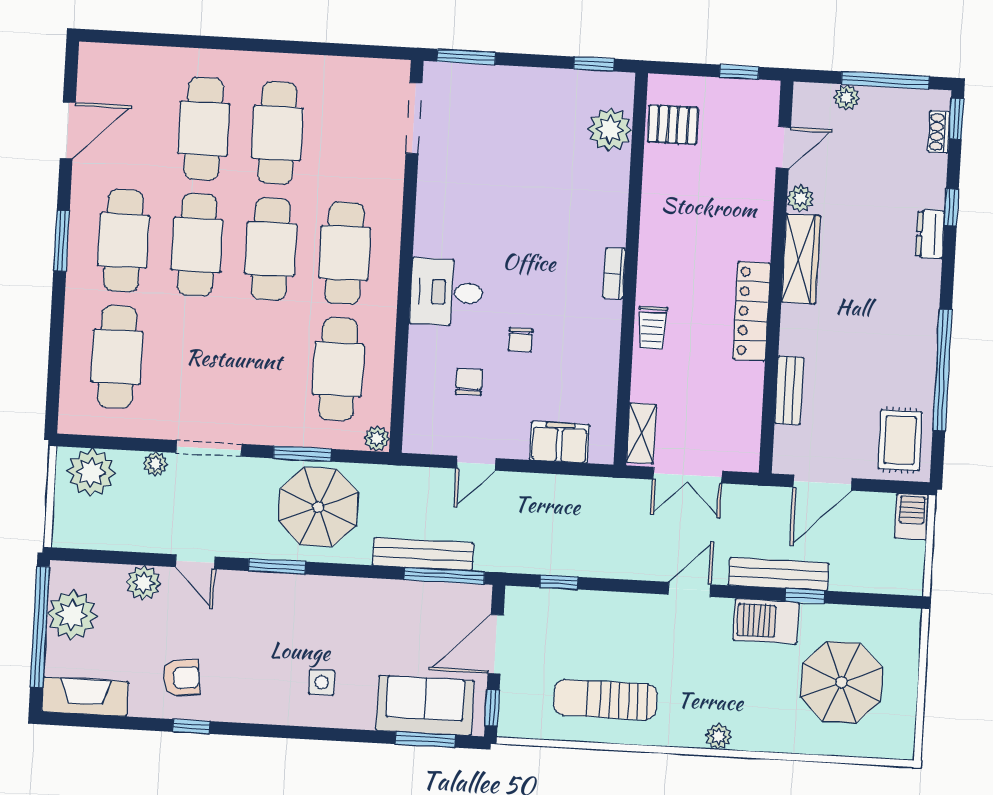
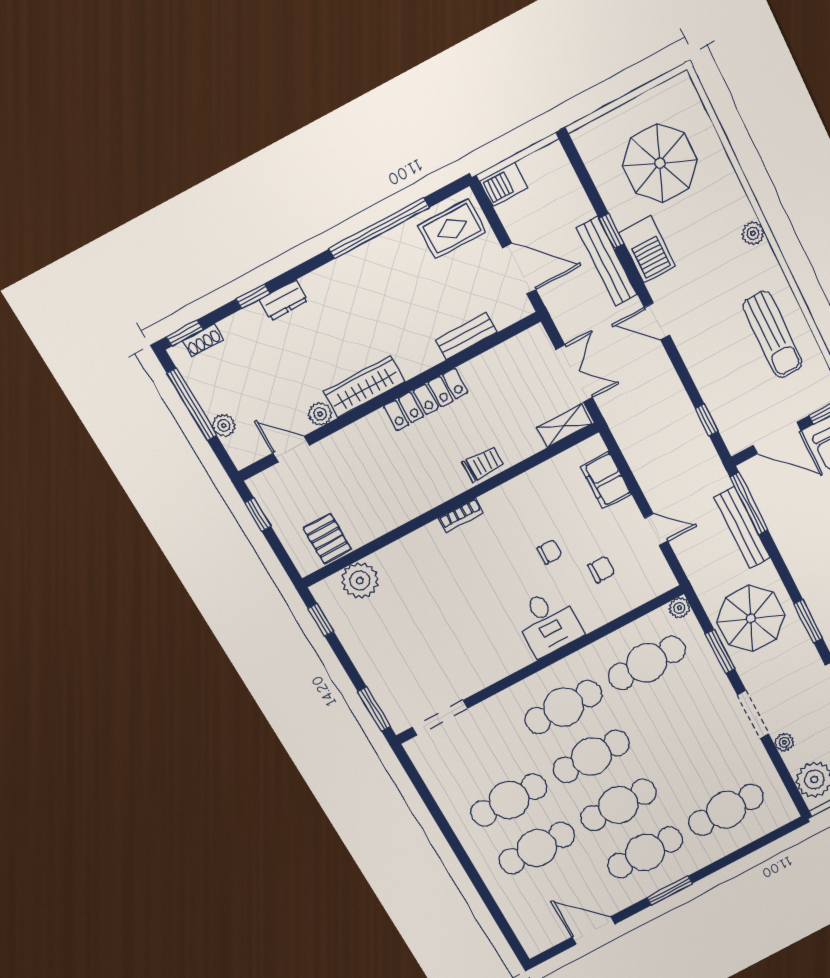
chair: (469, 382) -> (601, 569), turned 180

